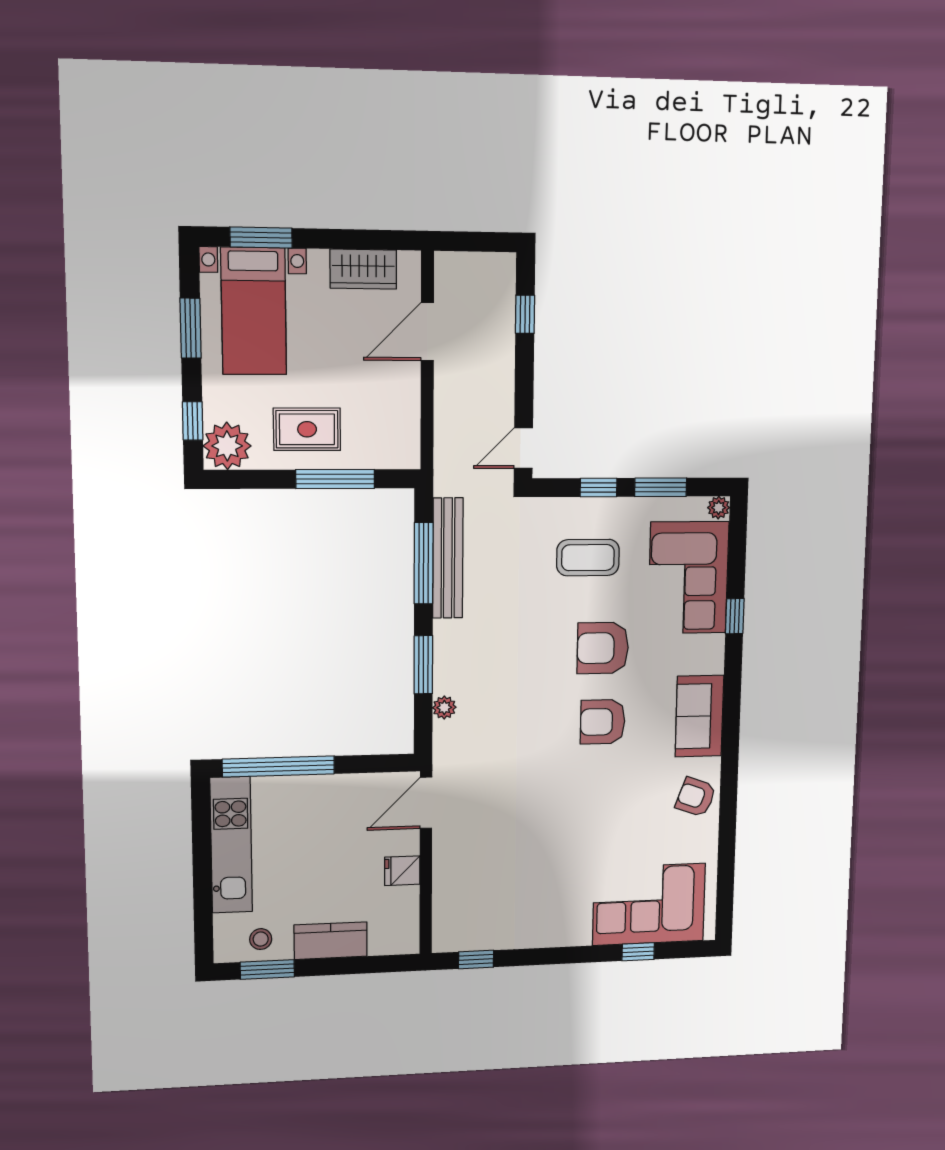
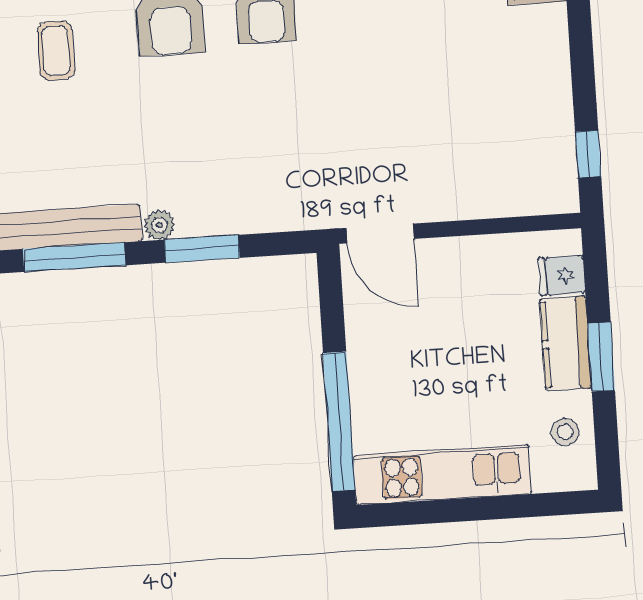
coffee table: (588, 558) -> (56, 51), width x0.73, depth x0.77
plant: (444, 707) -> (159, 225), moved
fridge: (402, 871) -> (562, 275), moved, turned 90
window: (267, 969) -> (601, 357), moved

